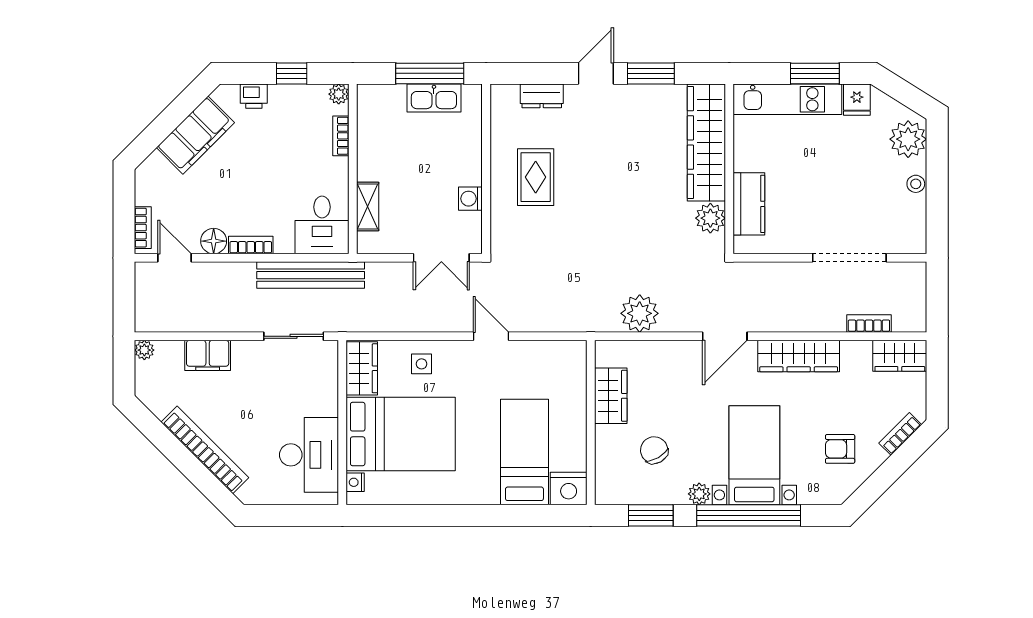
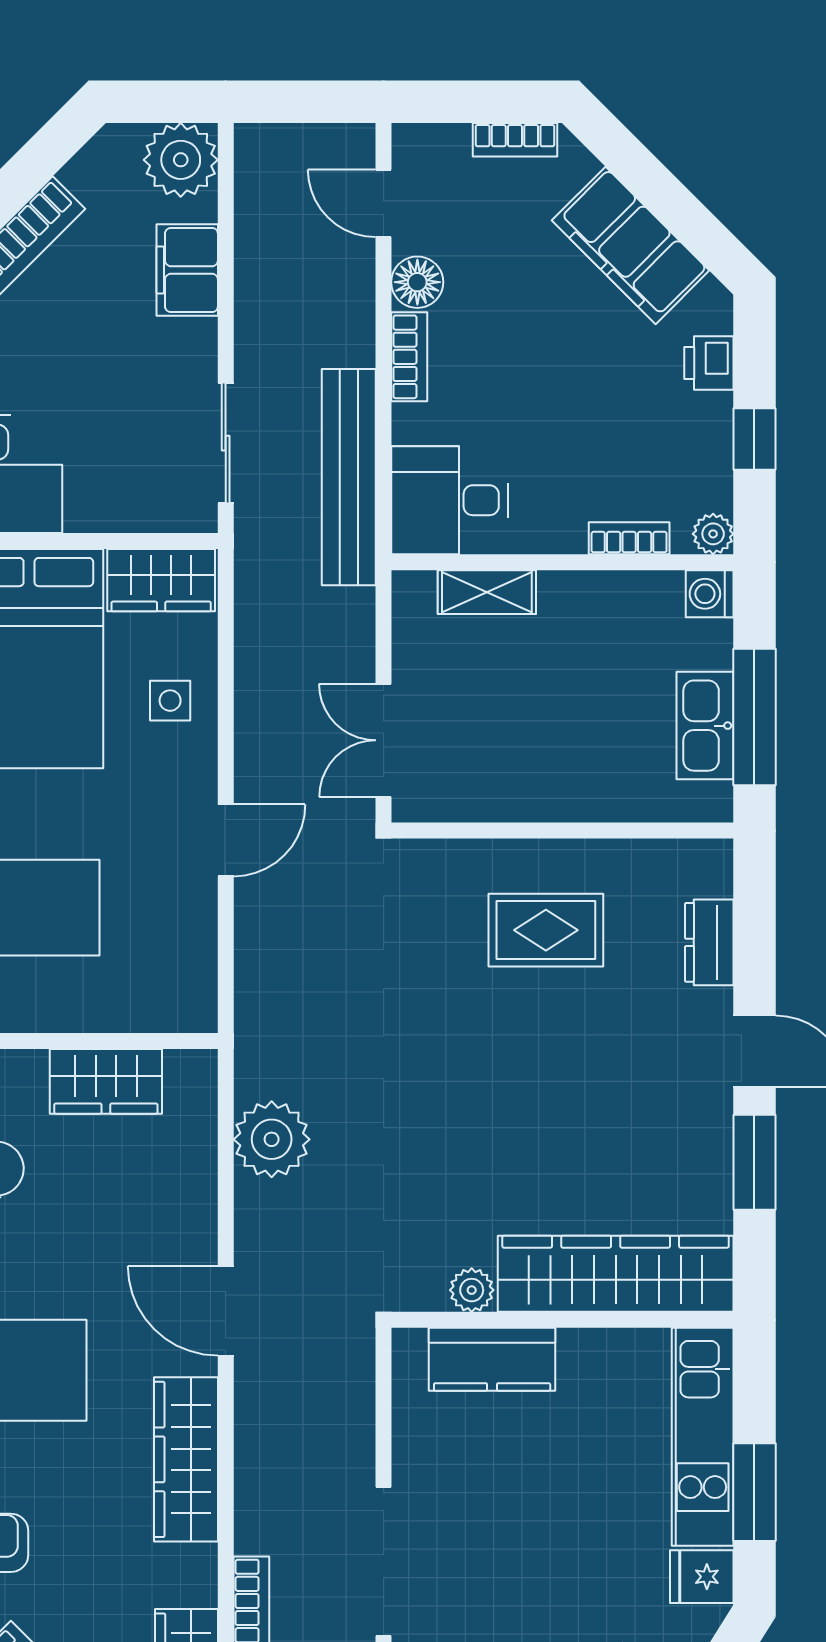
washing machine: (470, 199) -> (710, 594), moved, turned -90
plant: (710, 218) -> (472, 1290), width x0.73, depth x0.73
bookcase: (143, 228) -> (515, 140), moved
door: (174, 258) -> (384, 203), swing flipped
plant: (144, 350) -> (181, 160), width x1.87, depth x1.87

